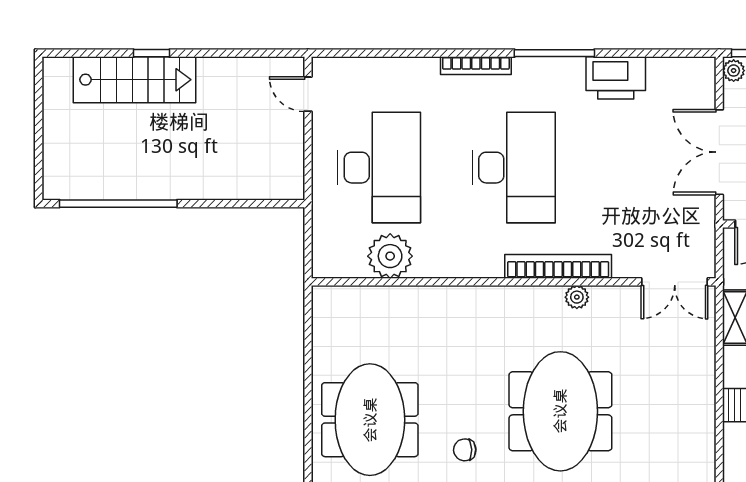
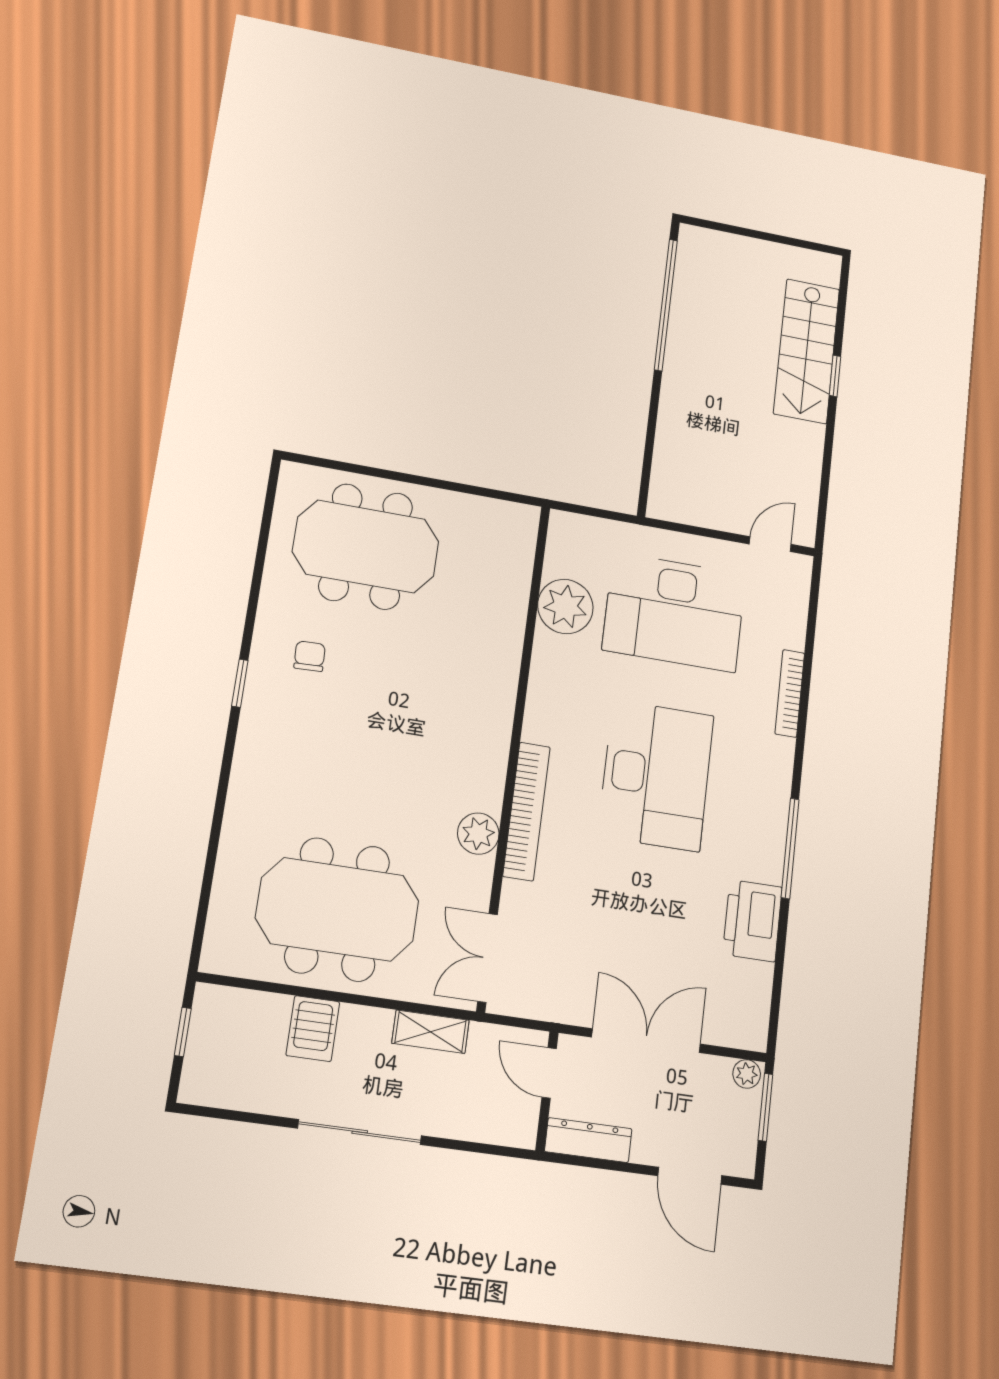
bookcase: (476, 66) -> (790, 693), moved
desk: (514, 168) -> (656, 775), turned -90
plant: (577, 297) -> (478, 834), width x1.38, depth x1.38
meeting table: (560, 411) -> (337, 909), moved

